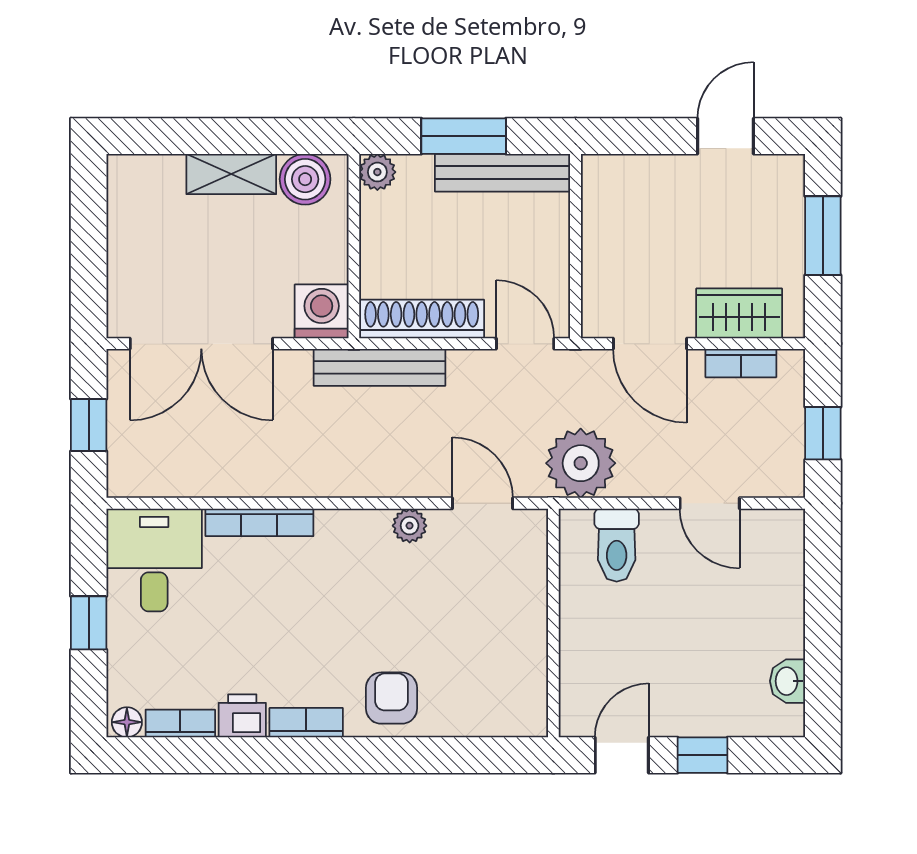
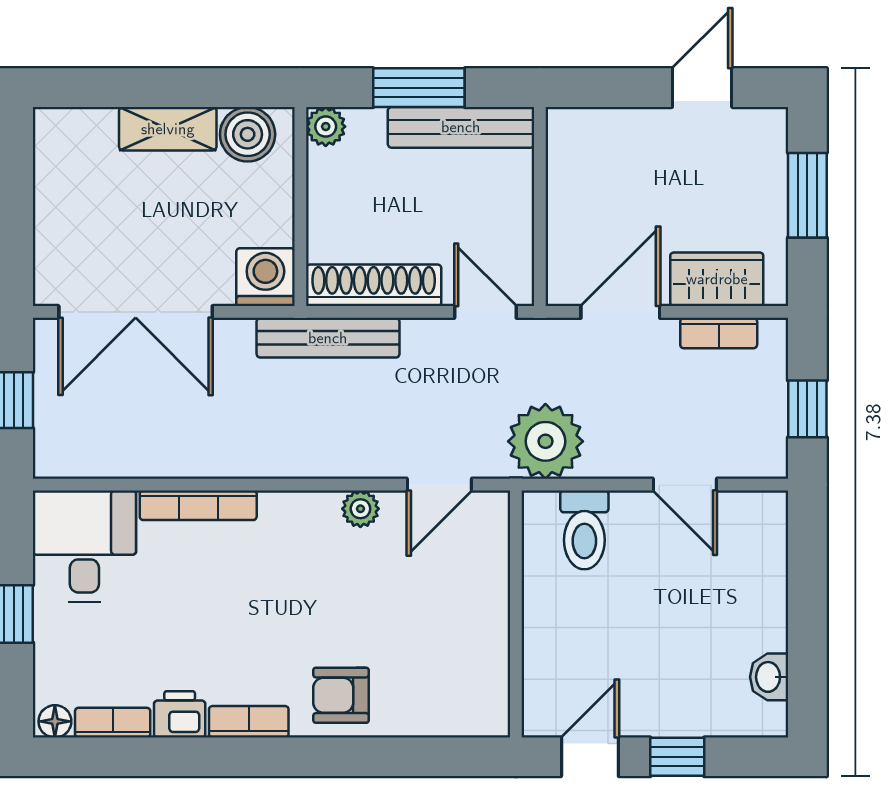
door: (650, 344) -> (620, 312), swing flipped
door: (483, 503) -> (439, 485), swing flipped
armchair: (391, 698) -> (341, 695), turned -90

